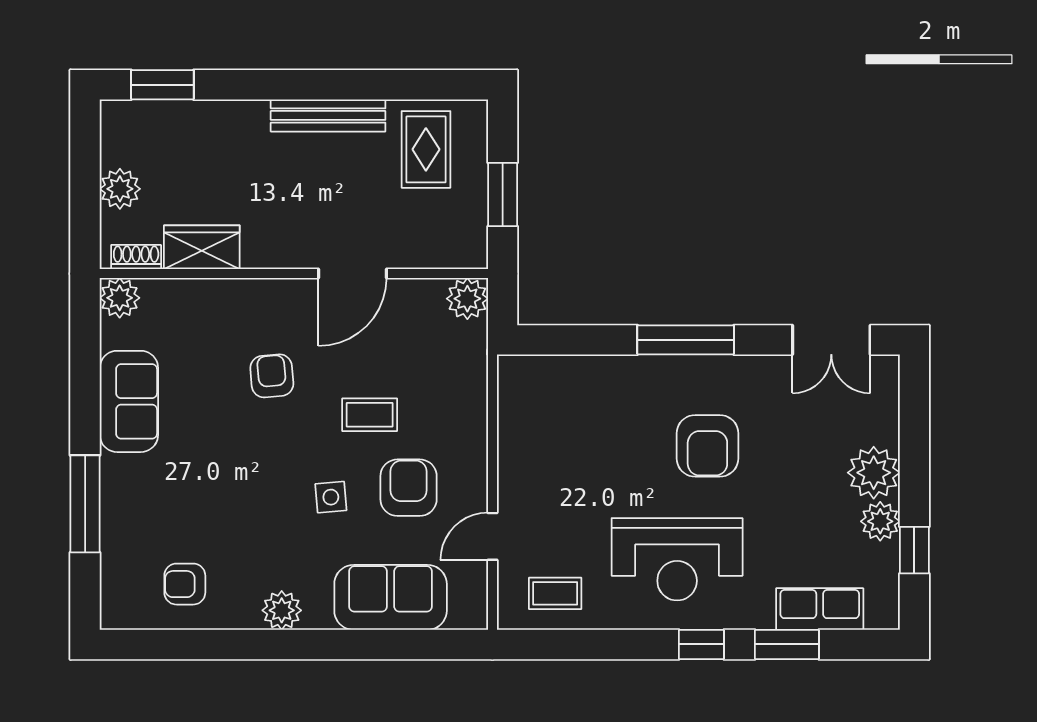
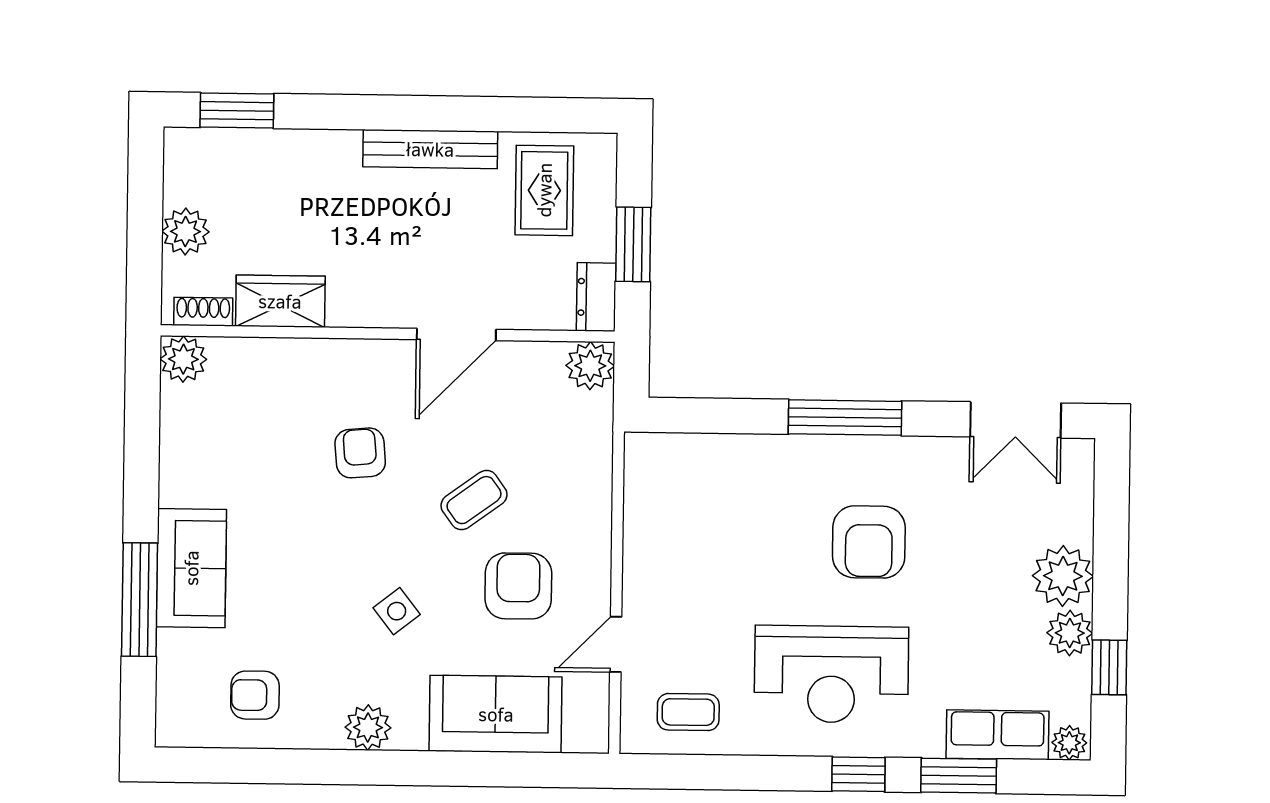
dresser: (472, 240) -> (596, 297), added
sofa: (129, 401) -> (191, 568), moved
coffee table: (370, 415) -> (474, 500), turned -36
side table: (331, 497) -> (397, 611), moved, turned -33
plant: (881, 615) -> (1069, 743), added

